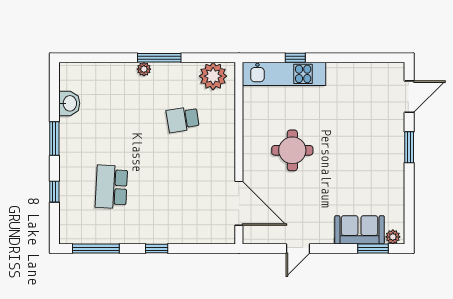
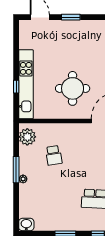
kitchen unit: (284, 74) -> (26, 84), width x1.36
washbasin: (69, 103) -> (26, 225), moved
round table: (292, 150) -> (73, 88), width x1.36, depth x1.36

